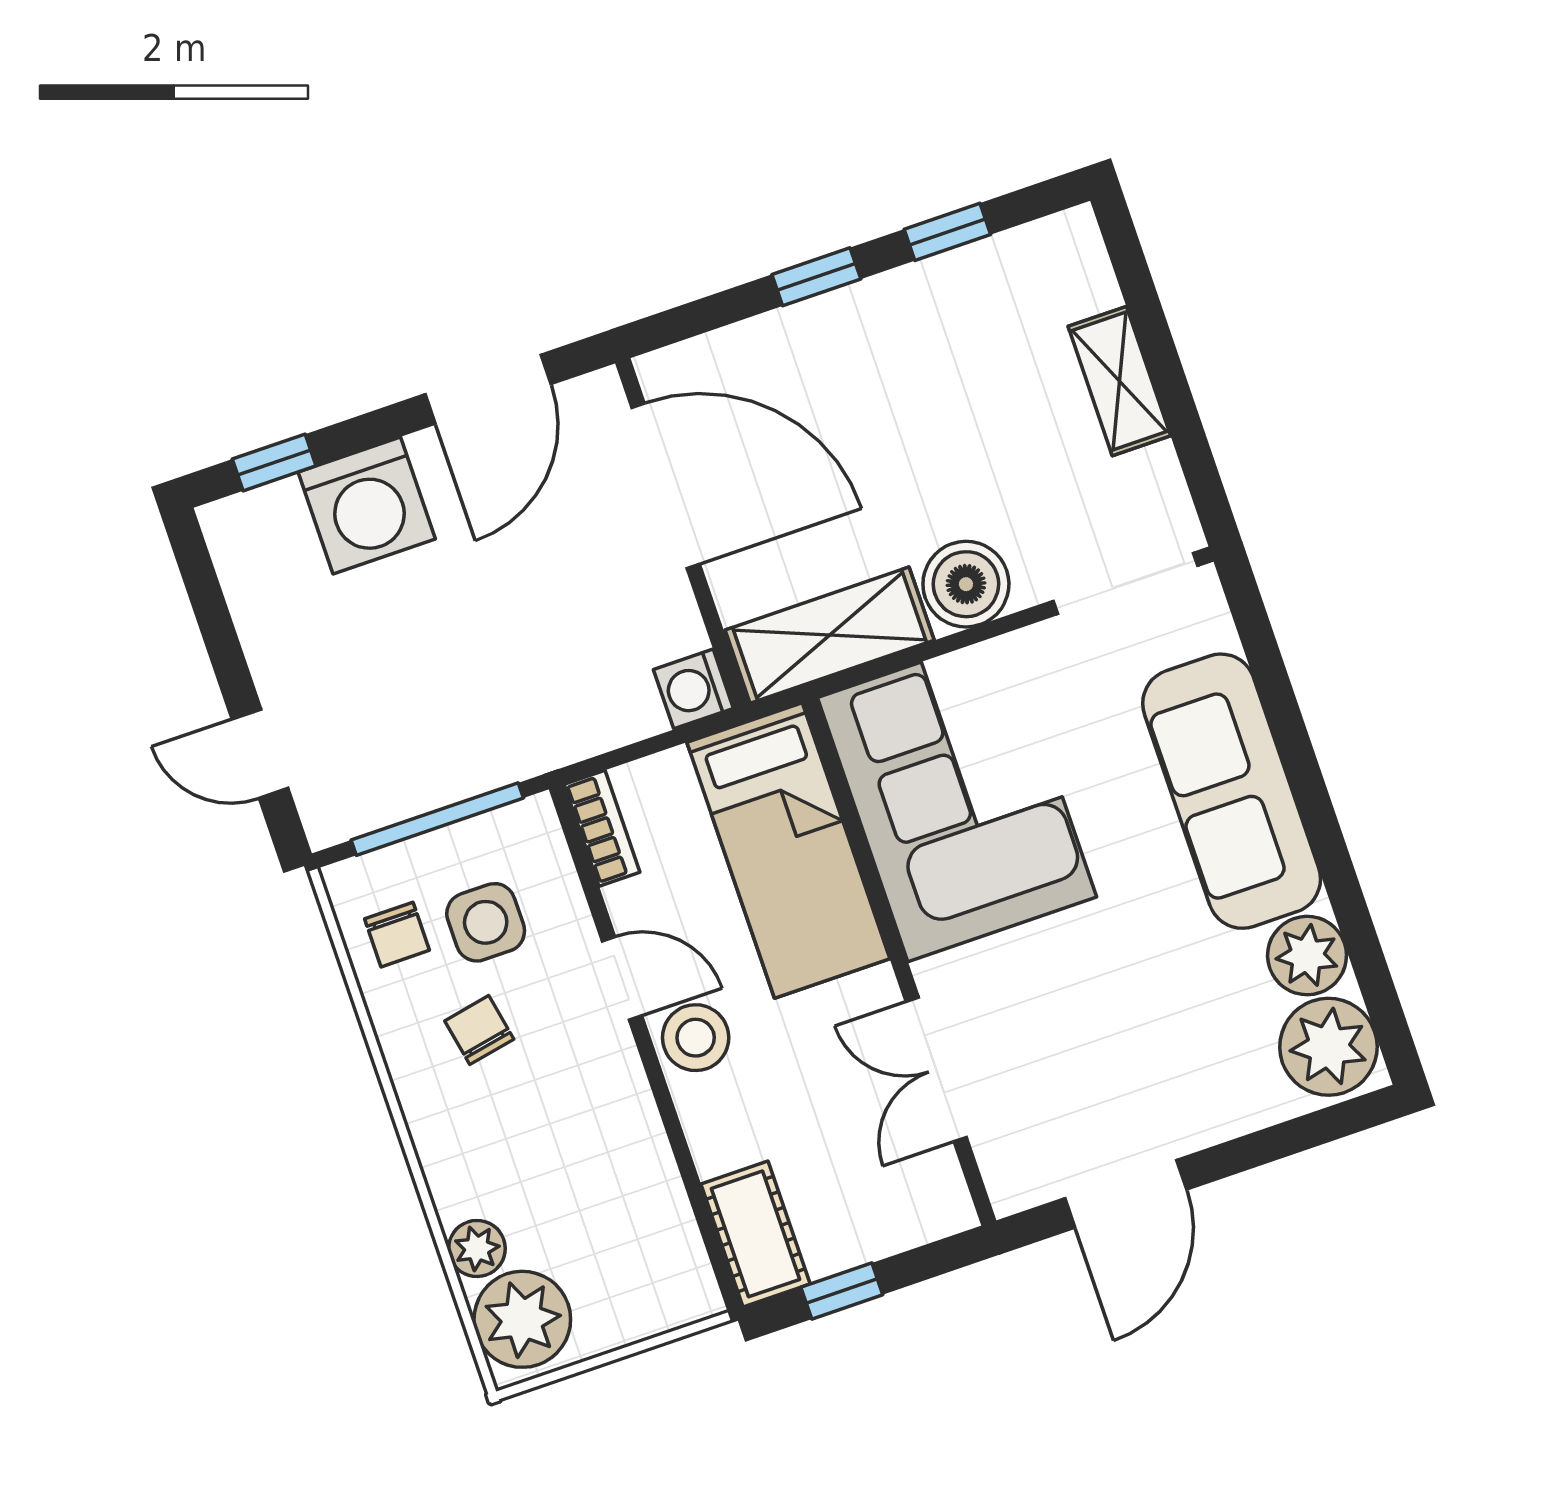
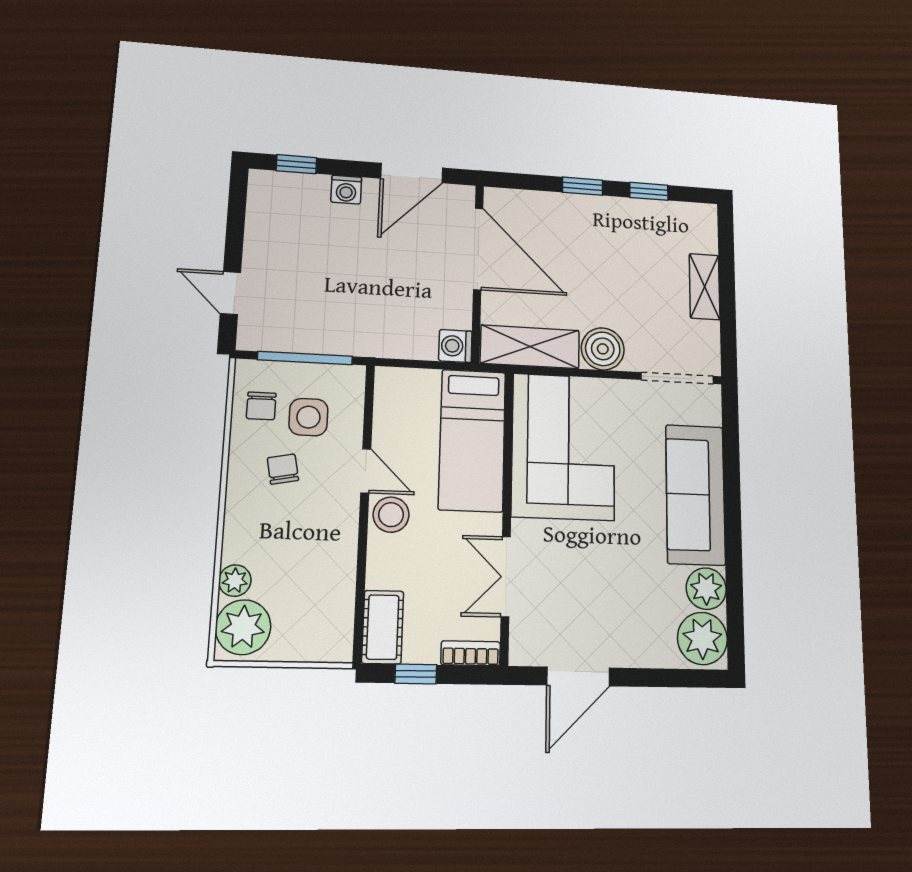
washing machine: (367, 506) -> (346, 190), width x0.53, depth x0.53
bookcase: (602, 828) -> (471, 653), moved, turned -90

